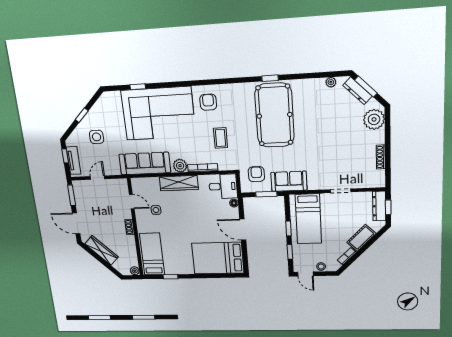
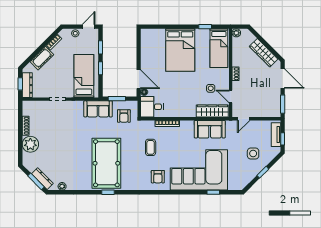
plant: (374, 119) -> (30, 144), moved
sofa: (145, 163) -> (210, 129), width x0.73
plant: (180, 166) -> (186, 126), removed
door: (98, 178) -> (244, 119), moved
wardrobe: (179, 183) -> (212, 111), moved
door: (243, 230) -> (139, 79), moved
bed: (218, 258) -> (180, 50), moved, turned 90
door: (305, 274) -> (88, 27), hinge flipped

